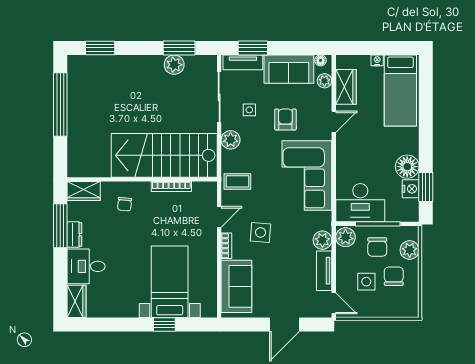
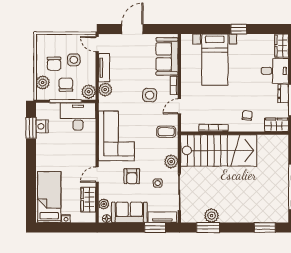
floor lamp: (407, 167) -> (44, 142), removed
window: (164, 325) -> (239, 29), moved

